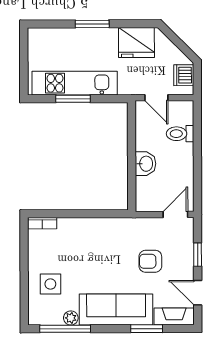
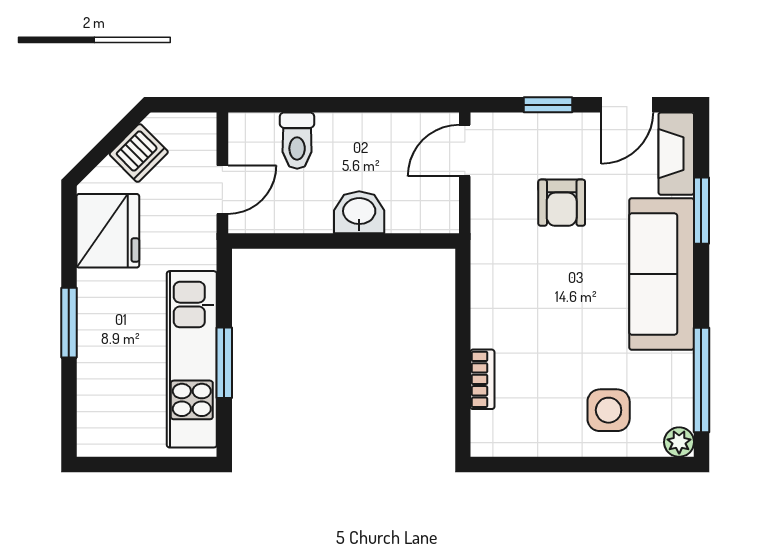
dishwasher: (184, 75) -> (139, 153), moved, turned -45
door: (175, 214) -> (465, 151), hinge flipped
bookcase: (42, 223) -> (482, 379), moved
plant: (71, 318) -> (679, 442), moved

